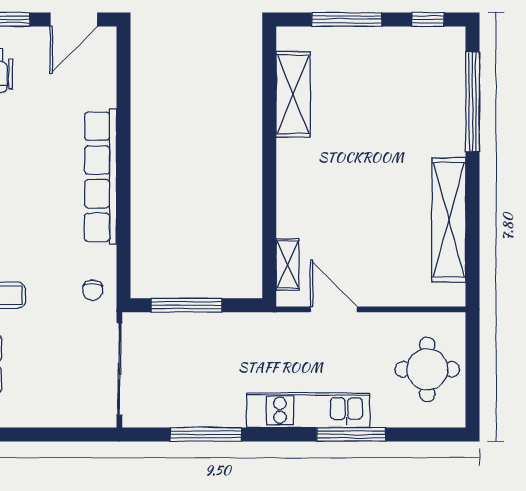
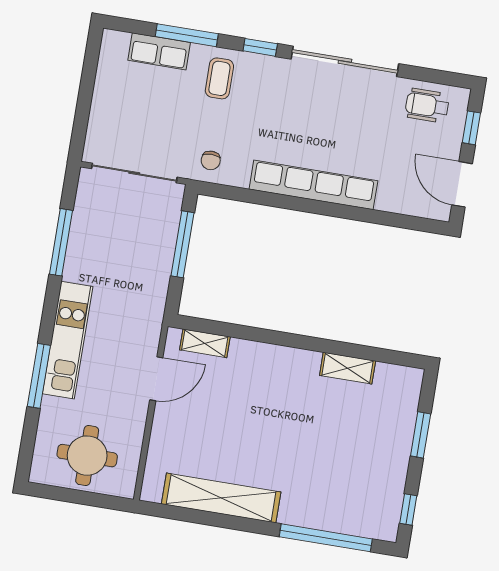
window: (347, 19) -> (421, 435), width x0.69
shelving: (293, 94) -> (348, 368), width x0.67, depth x0.75
chair: (93, 290) -> (211, 160), turned -91

